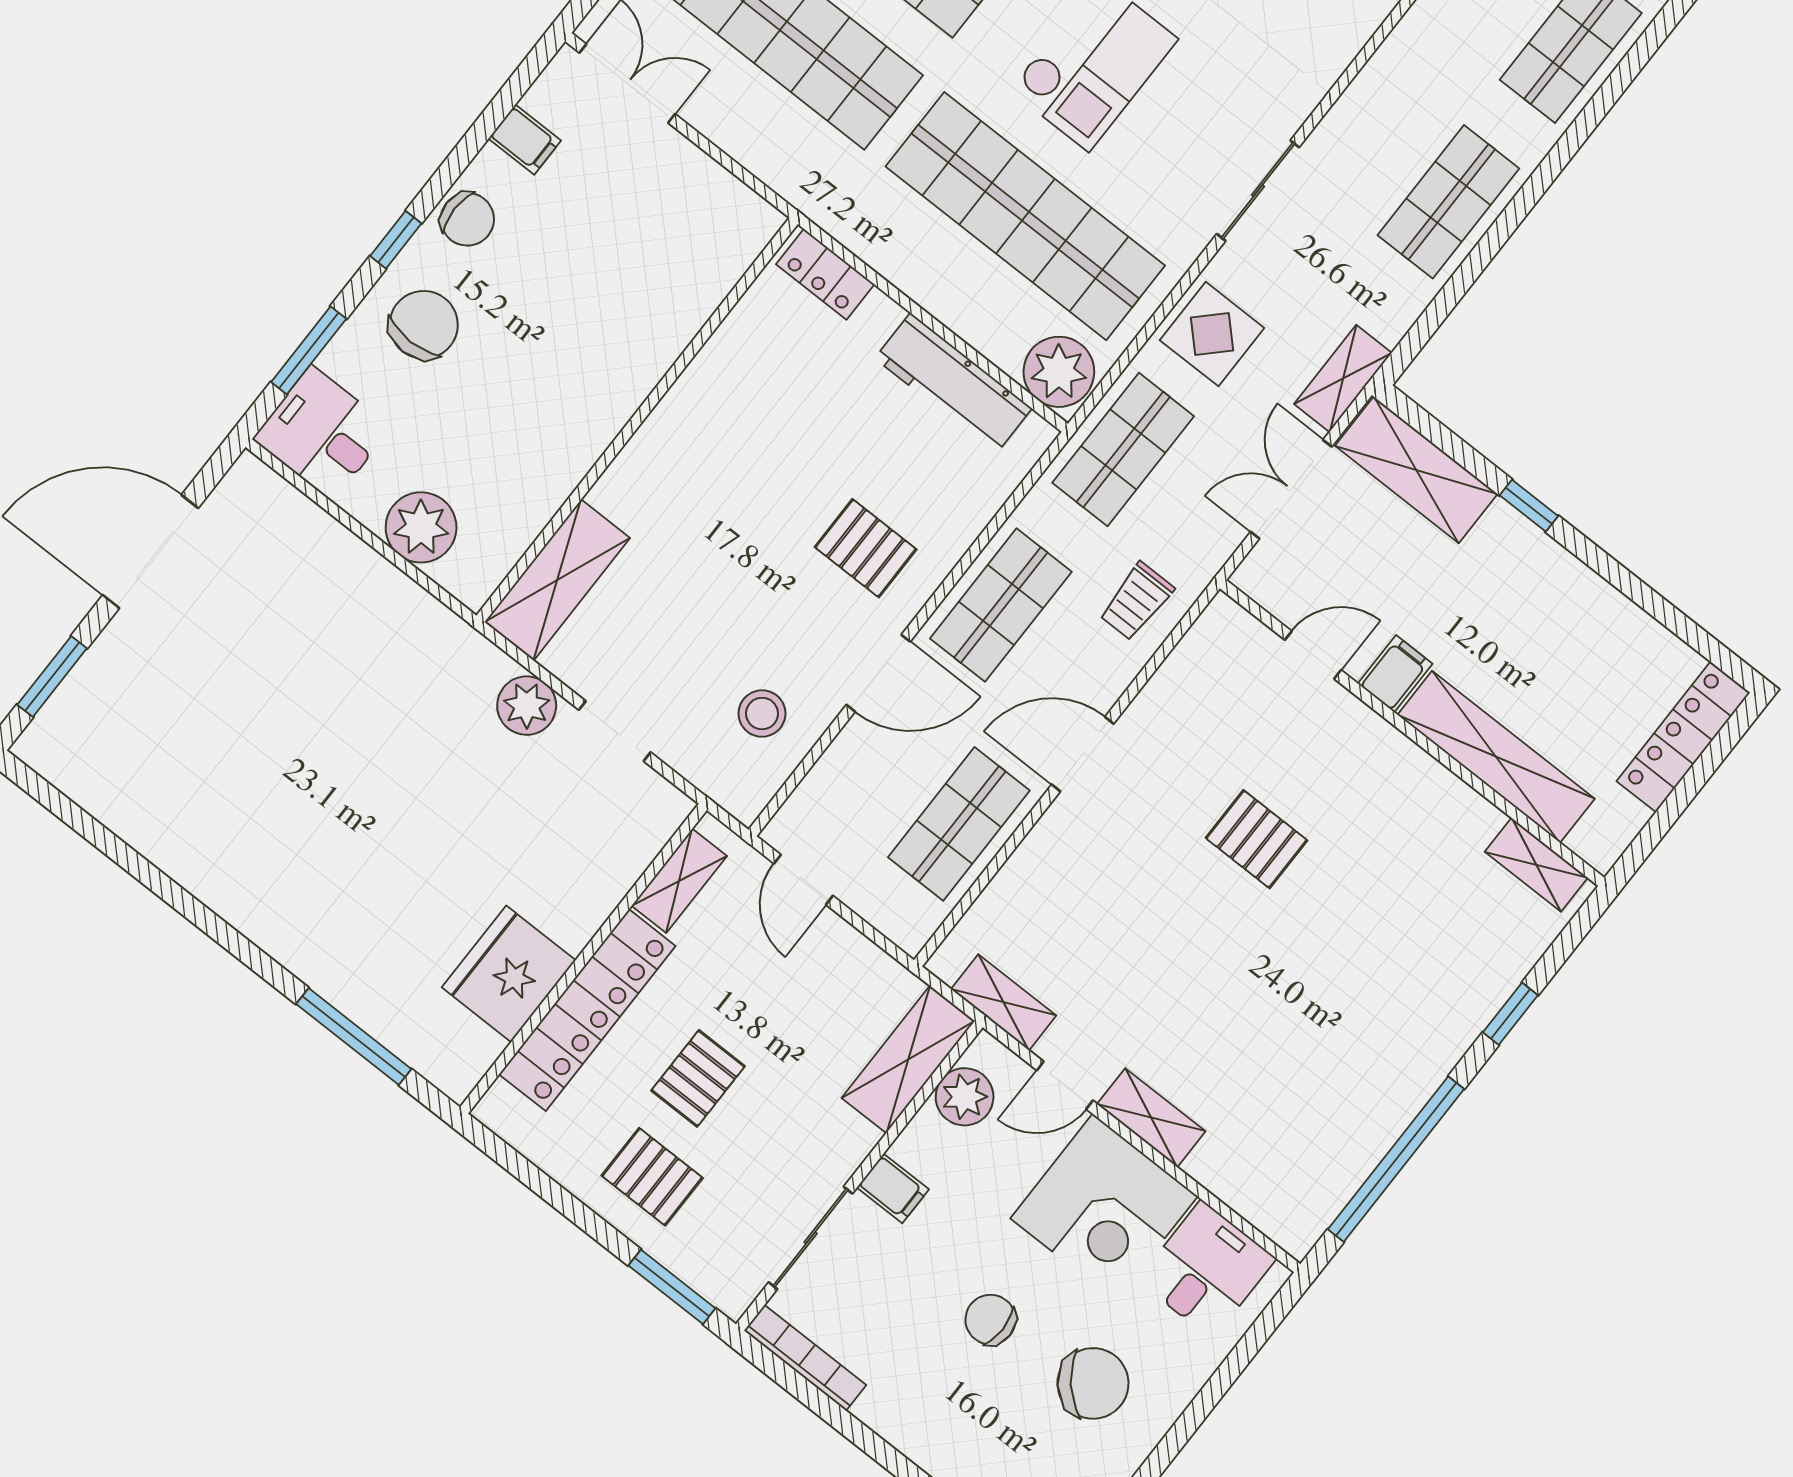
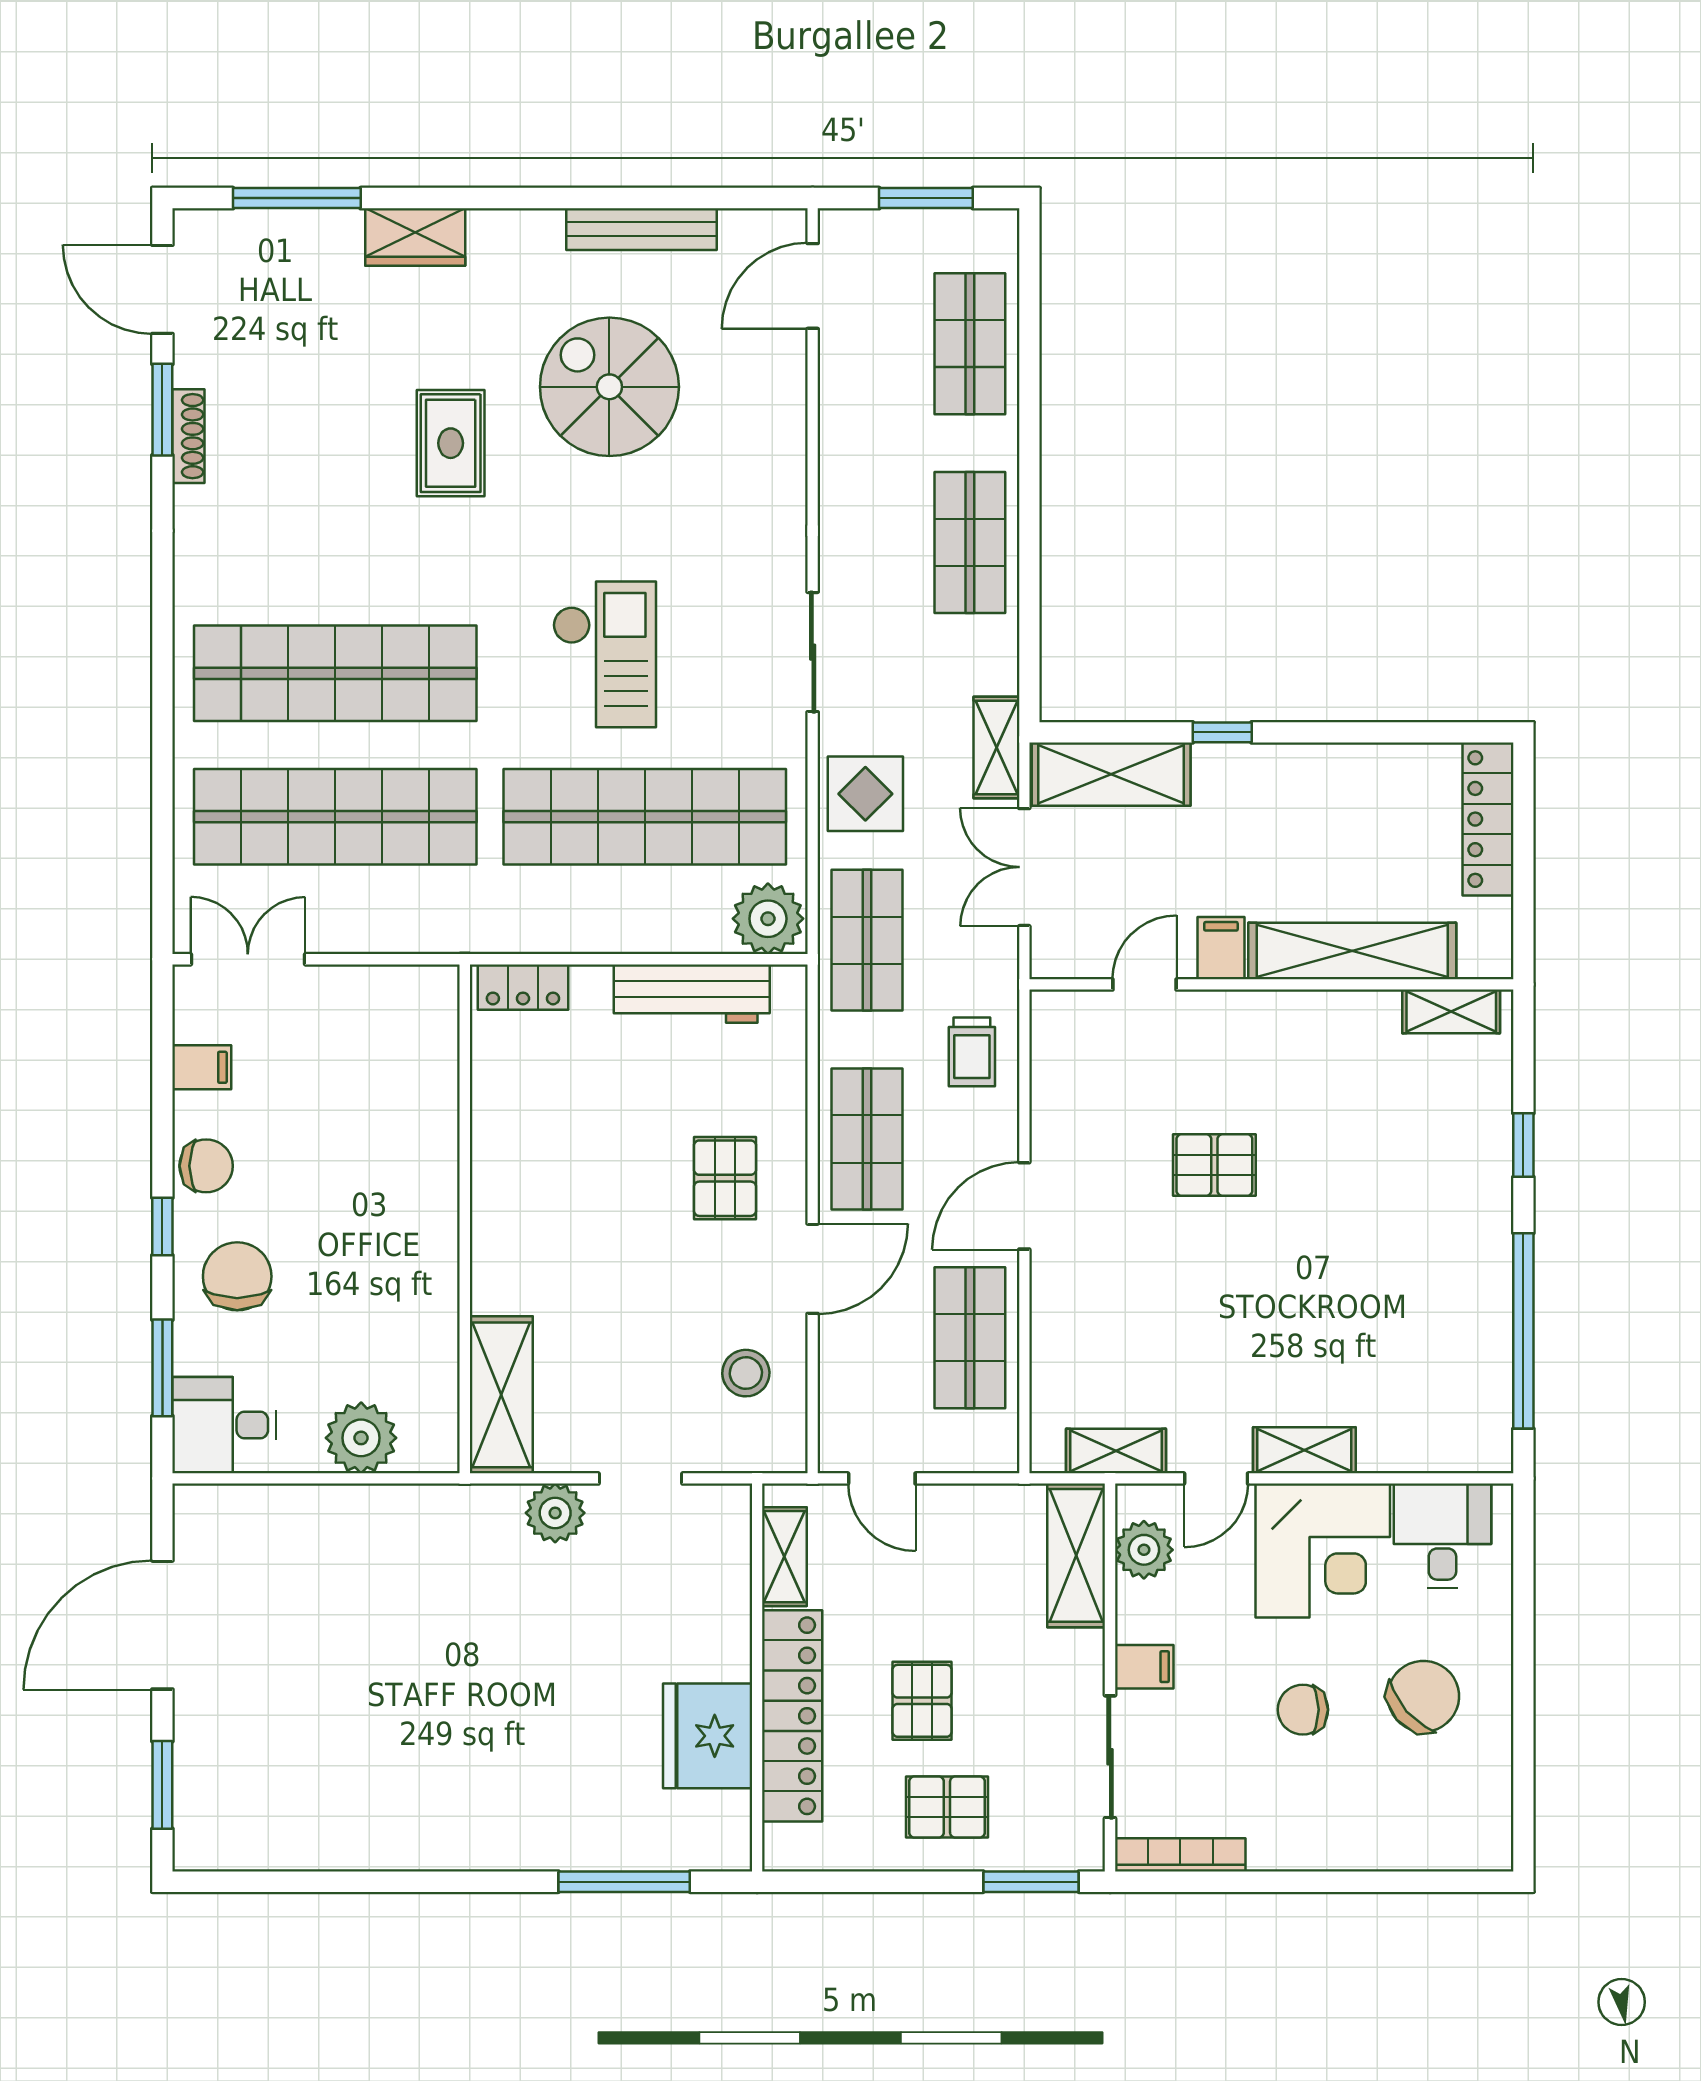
pallet: (866, 548) -> (725, 1178), turned 90

